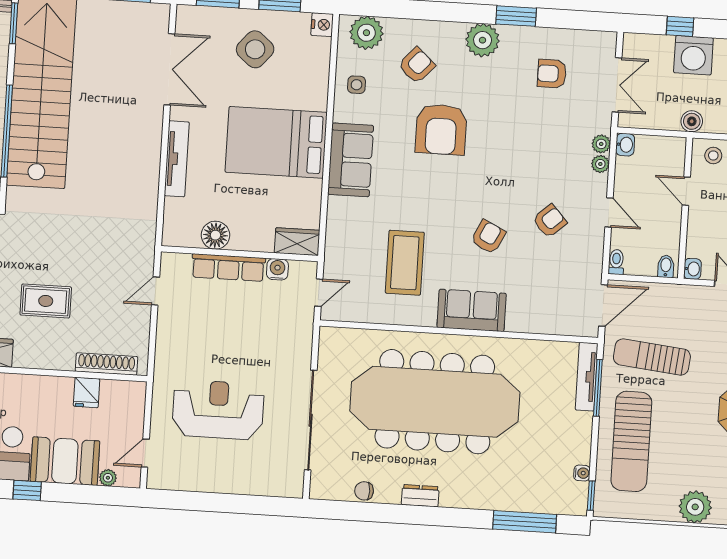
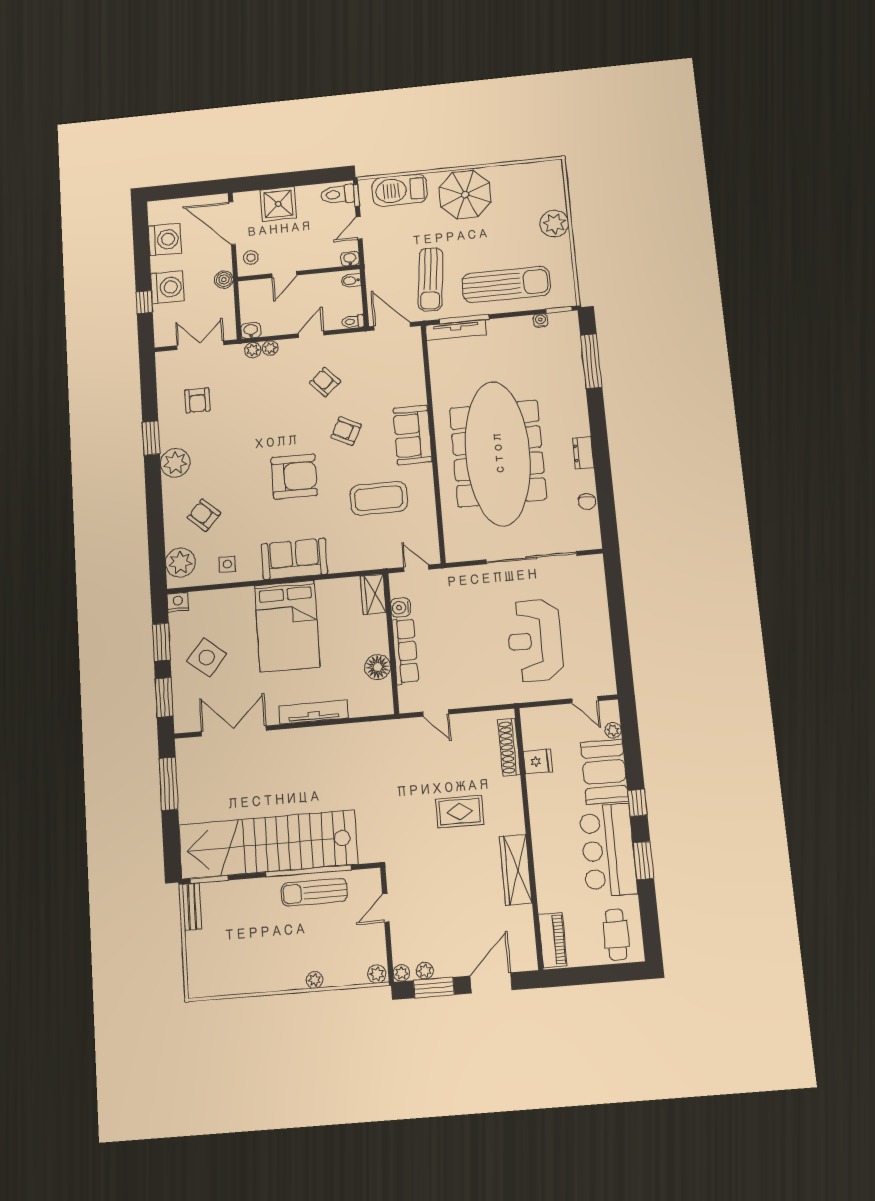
armchair: (441, 129) -> (294, 476), moved
rug: (46, 301) -> (460, 812), turned 90

